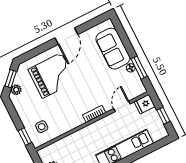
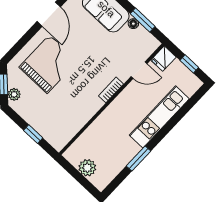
door: (122, 106) -> (139, 70), swing flipped
side table: (42, 127) -> (58, 125), removed
window: (25, 137) -> (33, 134), moved

